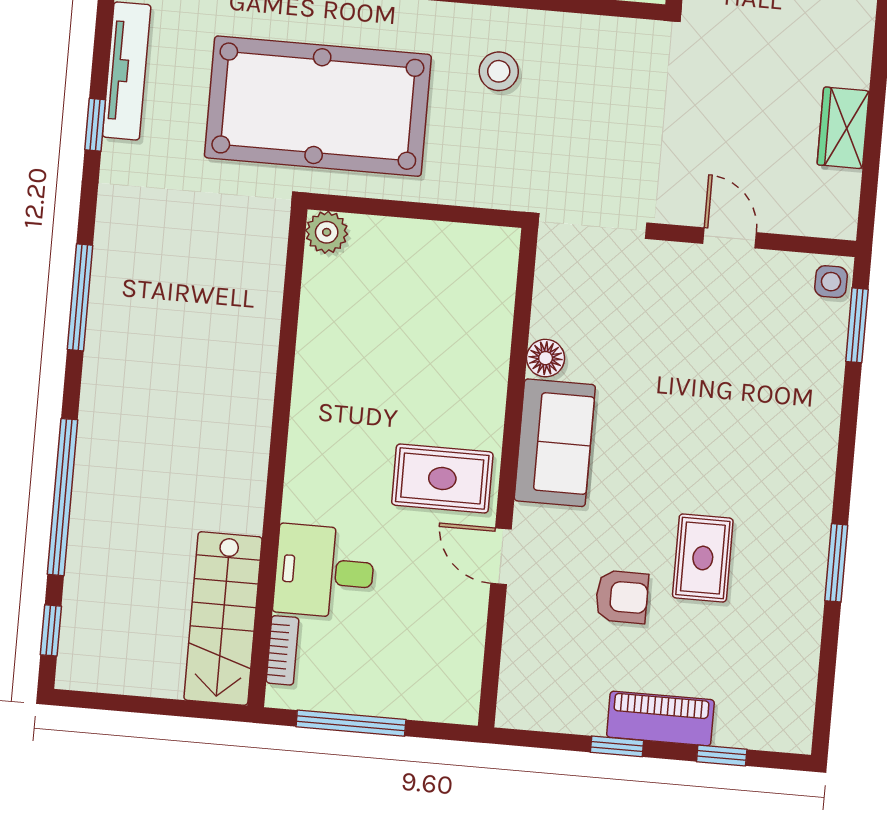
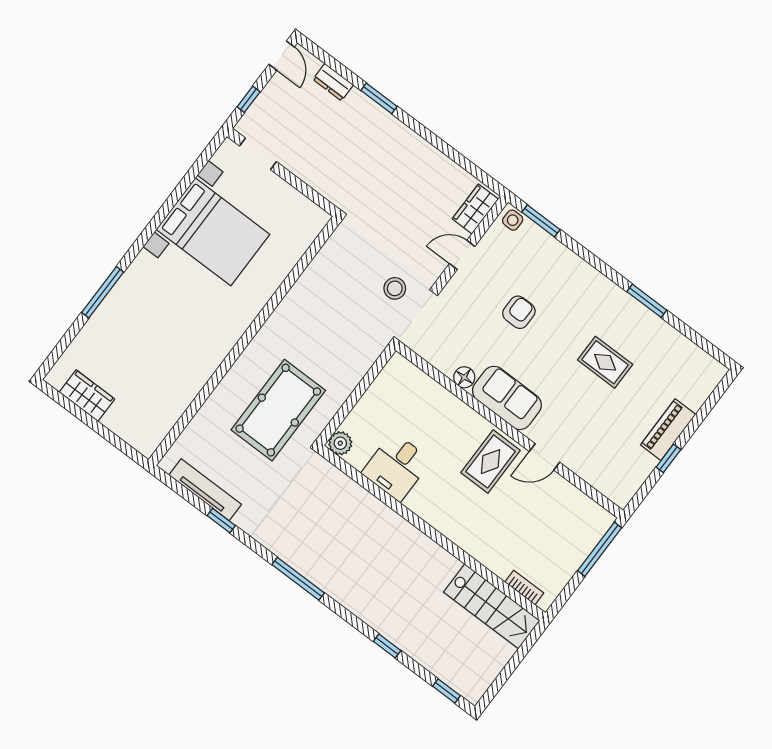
stool: (499, 71) -> (395, 288), moved
pool table: (318, 106) -> (278, 410), width x0.73, depth x0.76
wardrobe: (843, 128) -> (475, 209), moved, turned 90
window: (63, 497) -> (387, 646), width x0.32
desk: (324, 571) -> (396, 467), moved
armchair: (622, 597) -> (519, 312), moved
window: (351, 723) -> (600, 549), moved
window: (722, 755) -> (704, 412), removed

